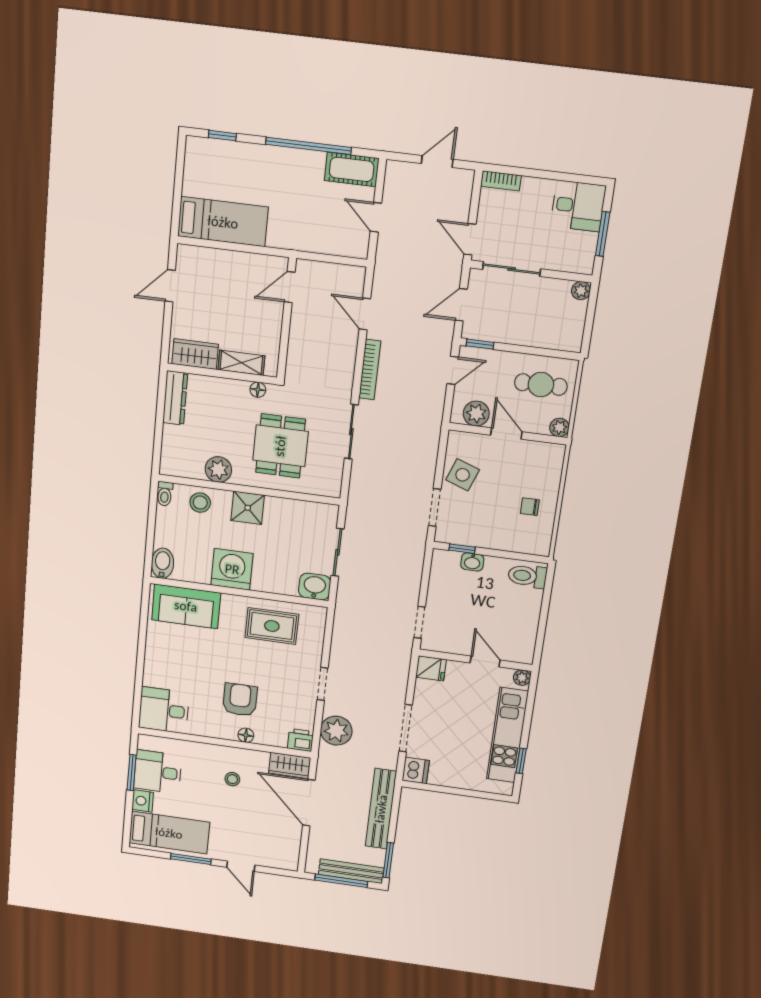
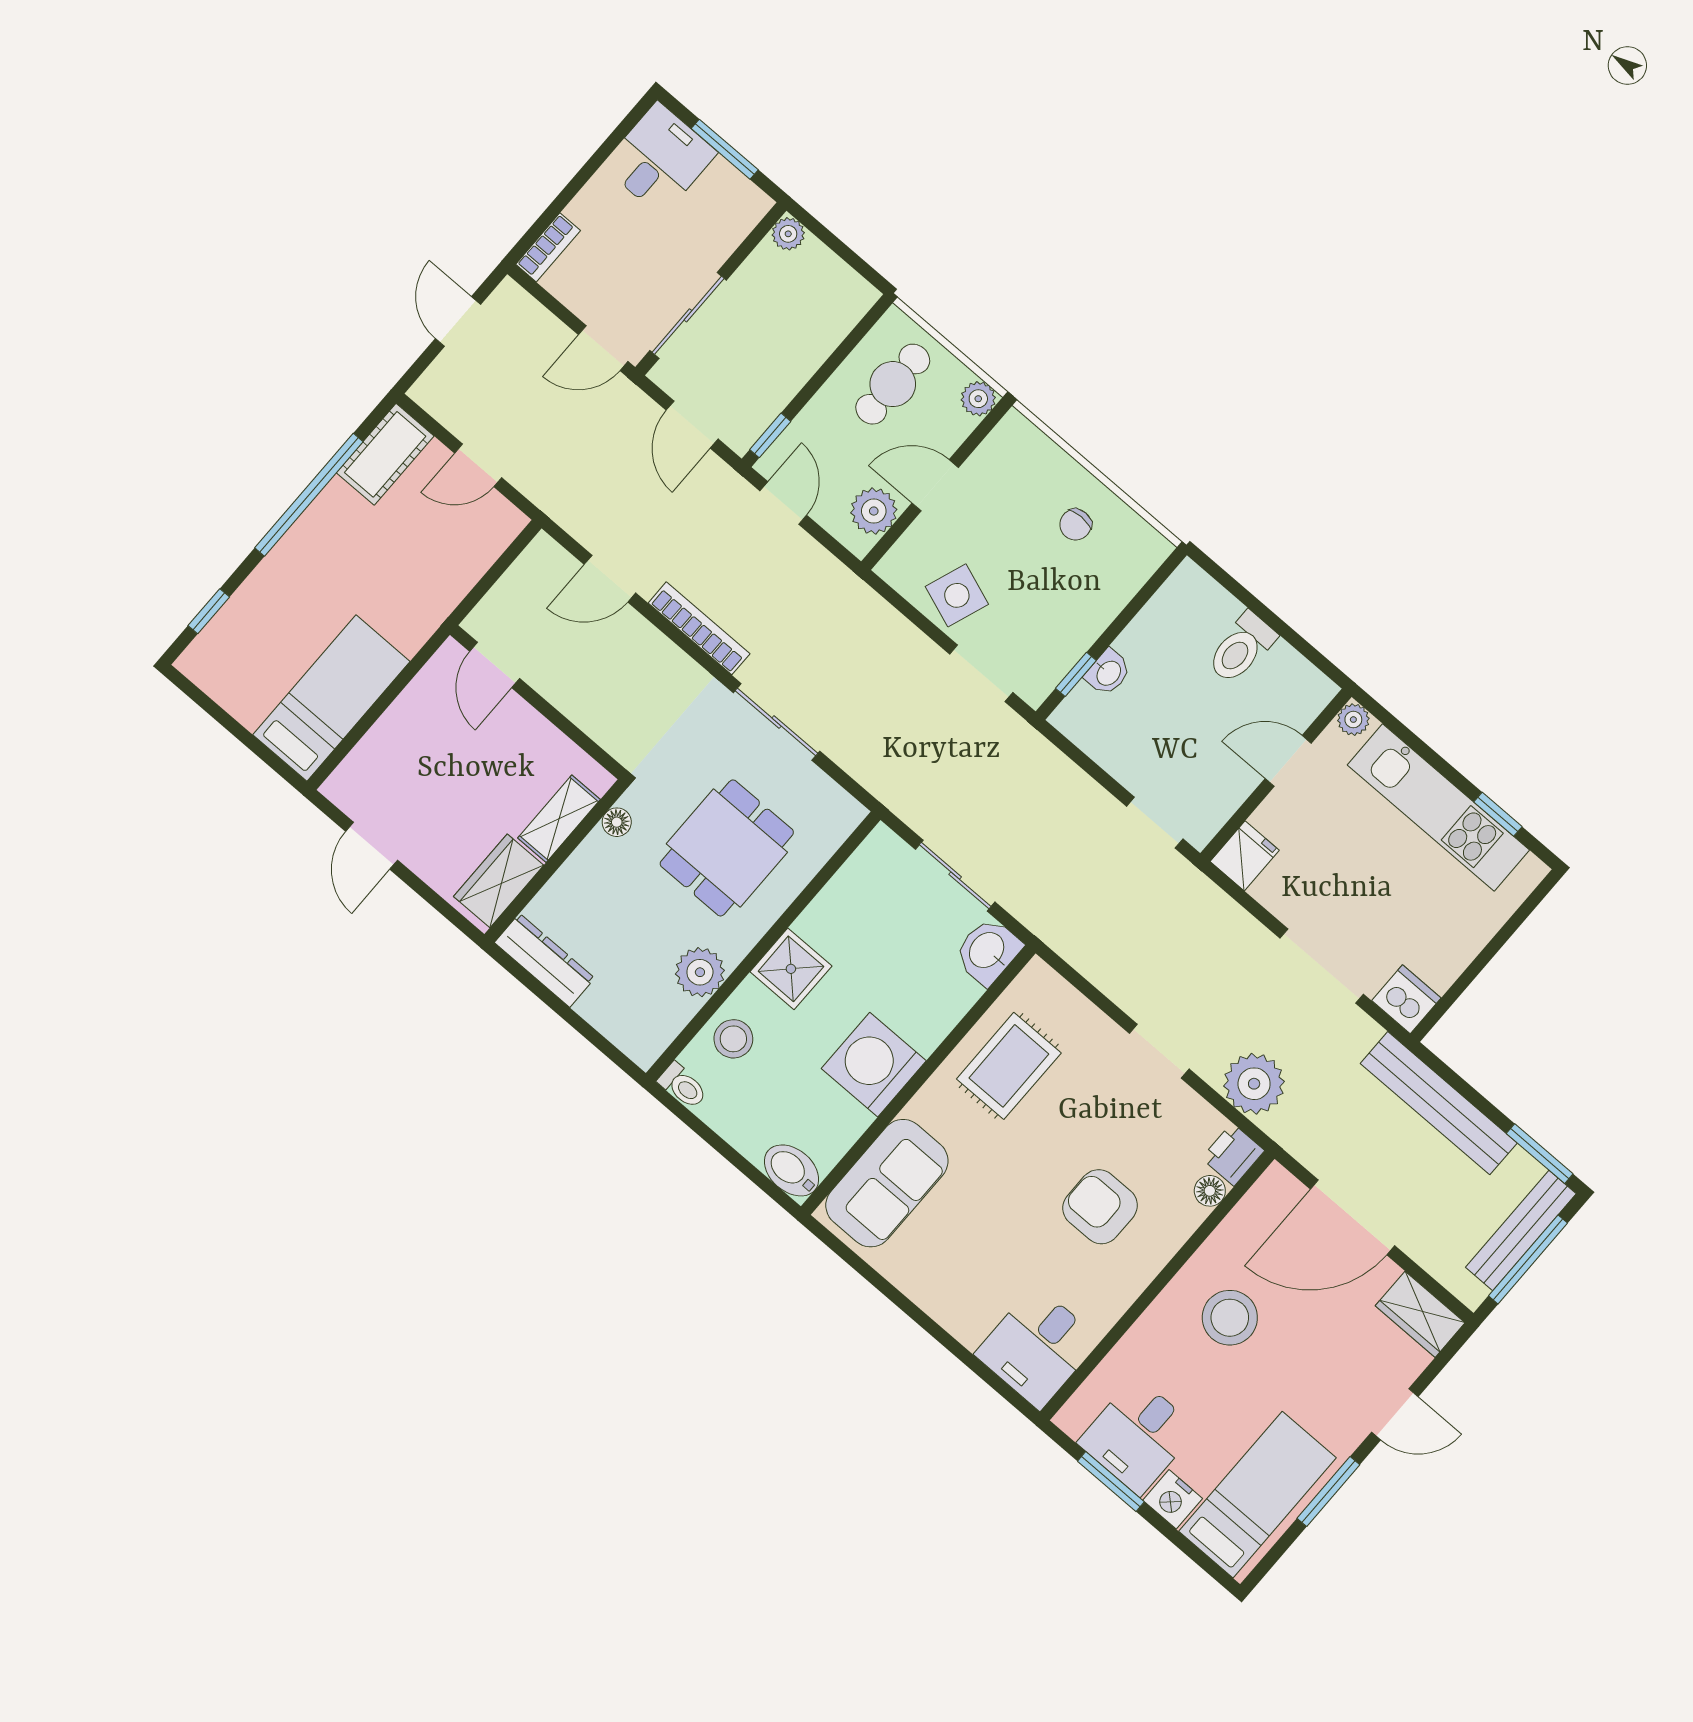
dining table: (280, 446) -> (727, 848), turned 90
toilet: (527, 576) -> (1241, 648), moved
floor lamp: (246, 735) -> (1210, 1191), moved
wardrobe: (290, 765) -> (1420, 1314), moved, turned 90
stool: (232, 779) -> (1230, 1318), width x1.89, depth x1.89

